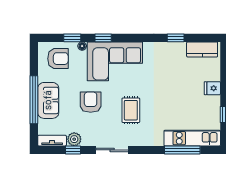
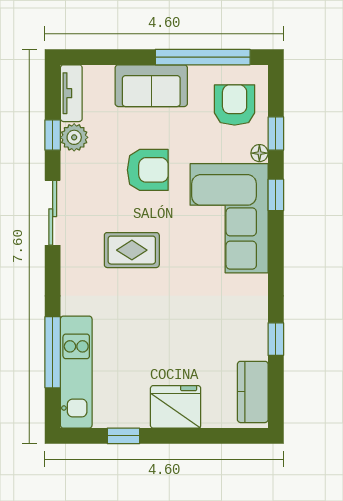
armchair: (58, 59) -> (235, 105), turned 180
fridge: (212, 88) -> (176, 407), width x1.88, depth x1.34
window: (34, 100) -> (203, 57), moved

